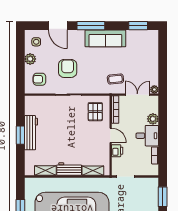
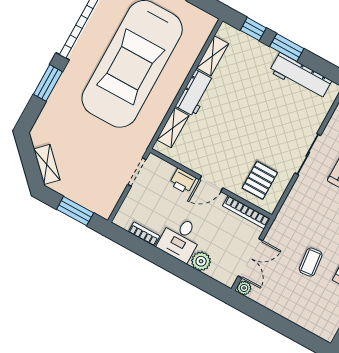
coffee table: (115, 79) -> (311, 262), moved
pallet: (95, 112) -> (260, 180), turned 90
workbench: (31, 133) -> (300, 76), moved
window: (20, 157) -> (253, 29), added

